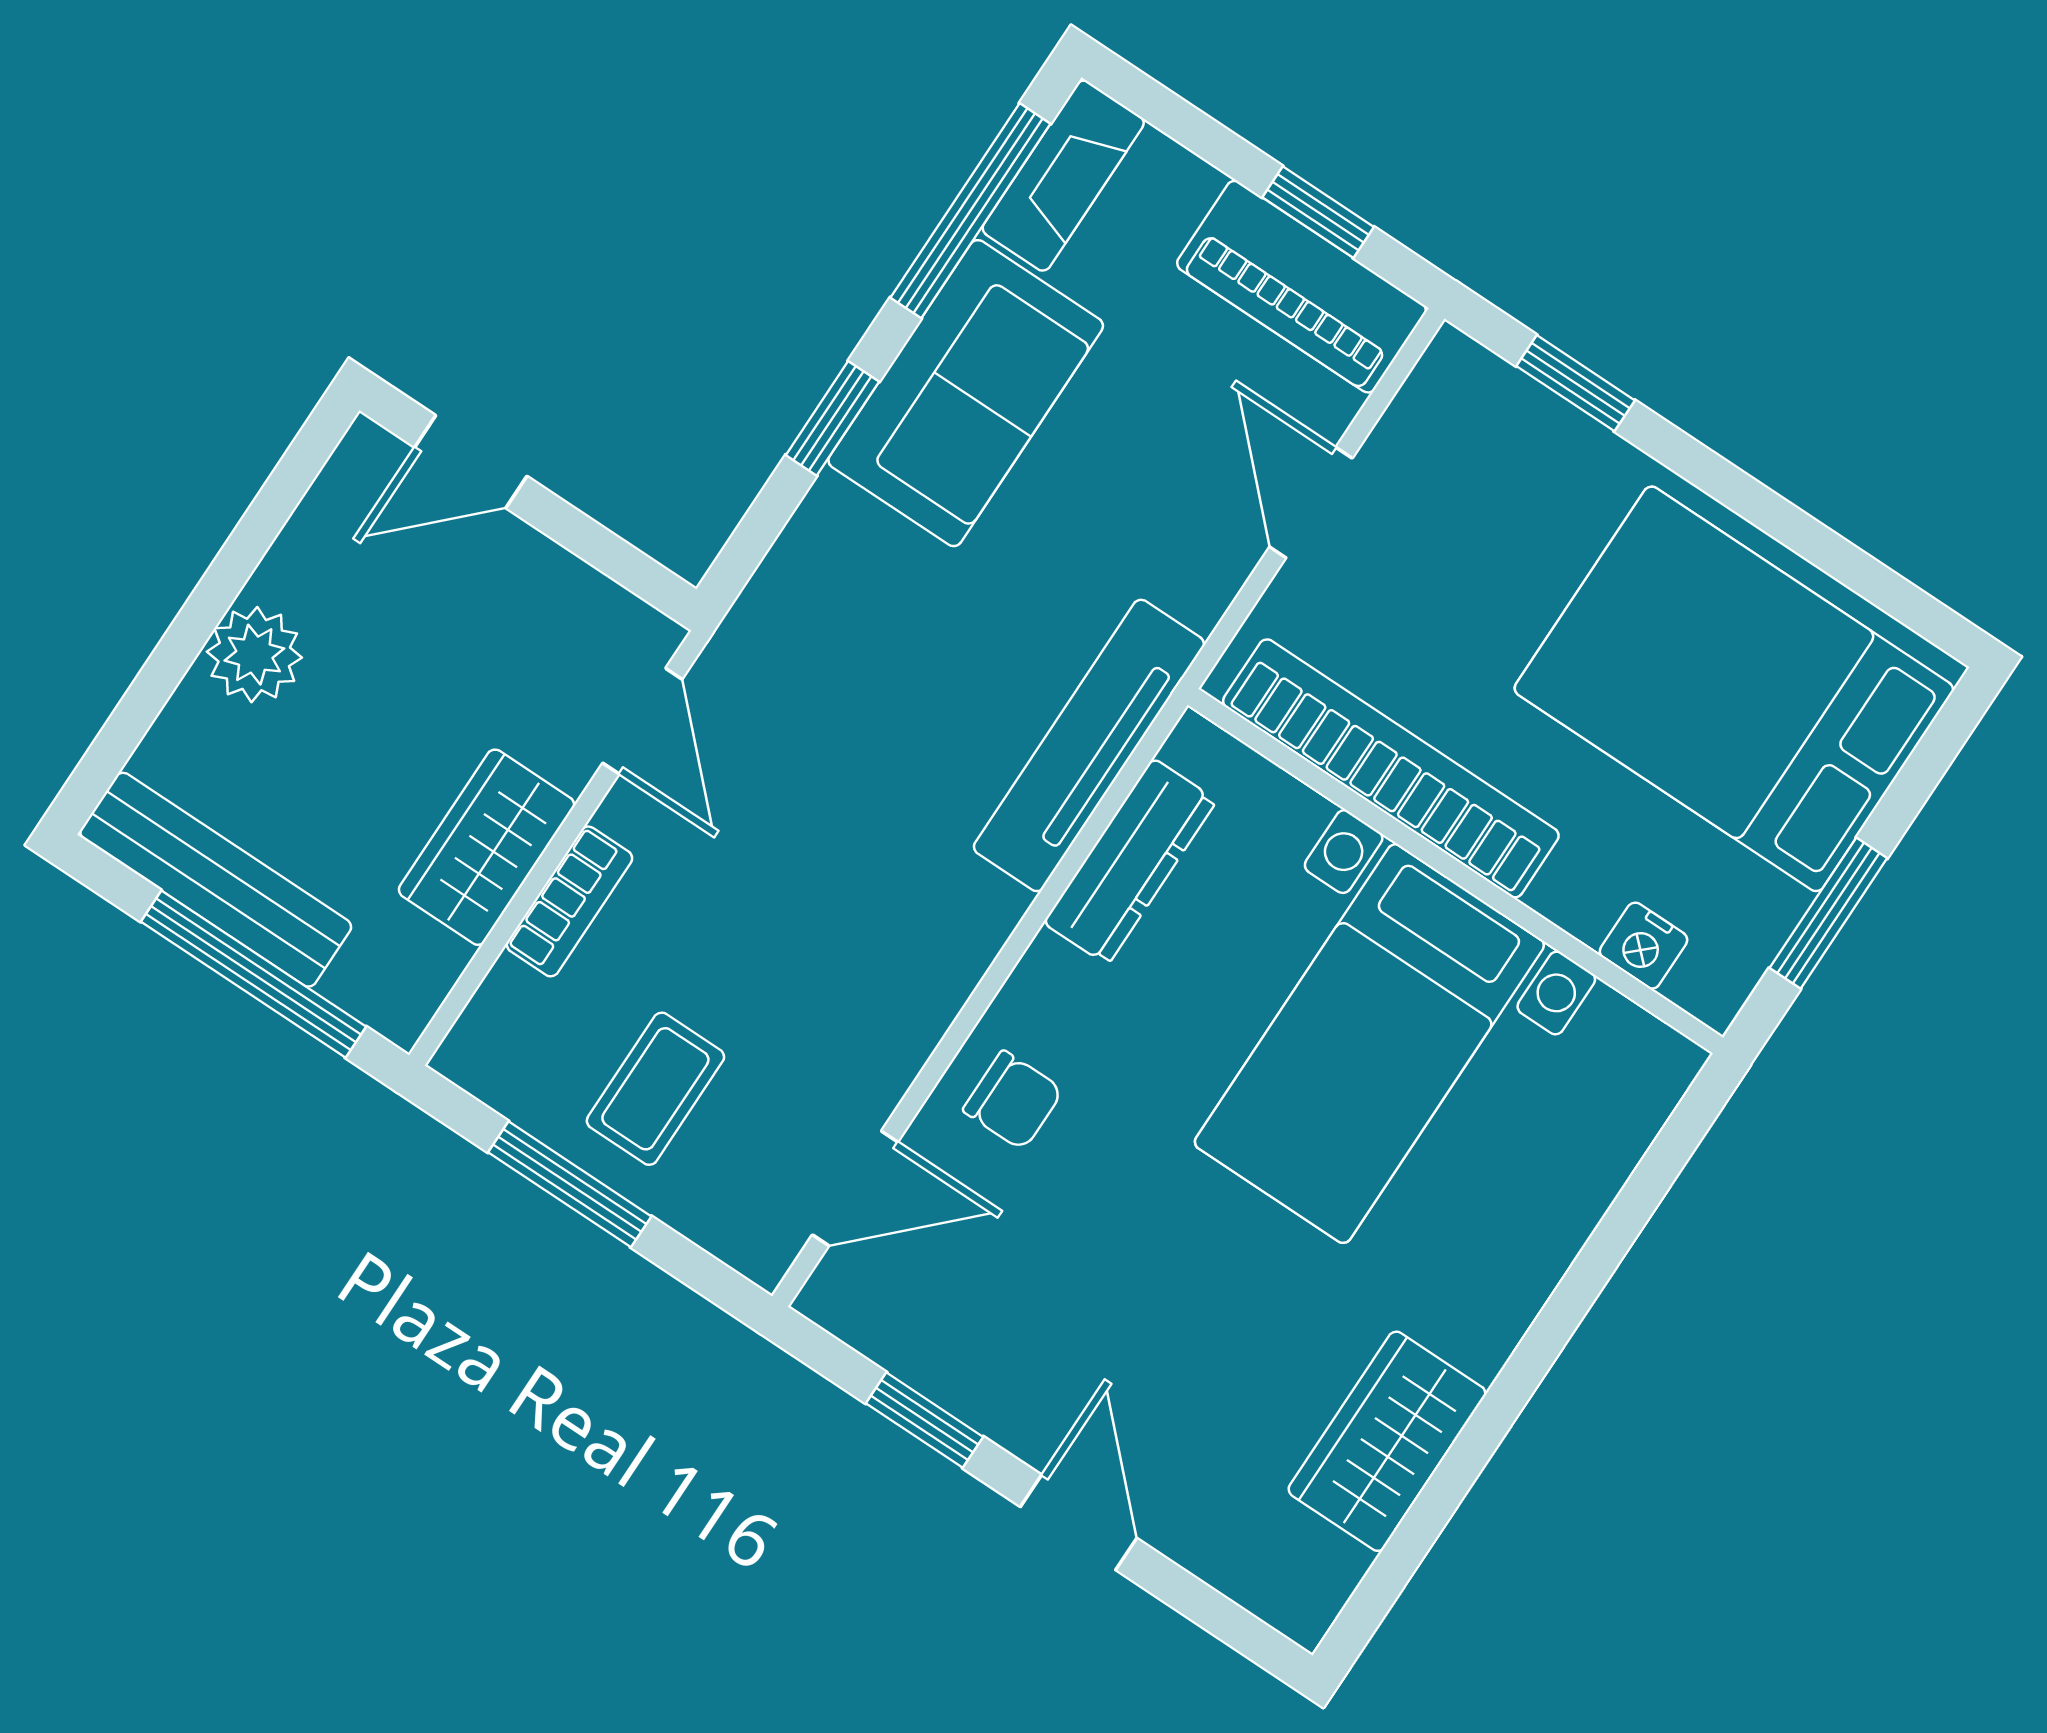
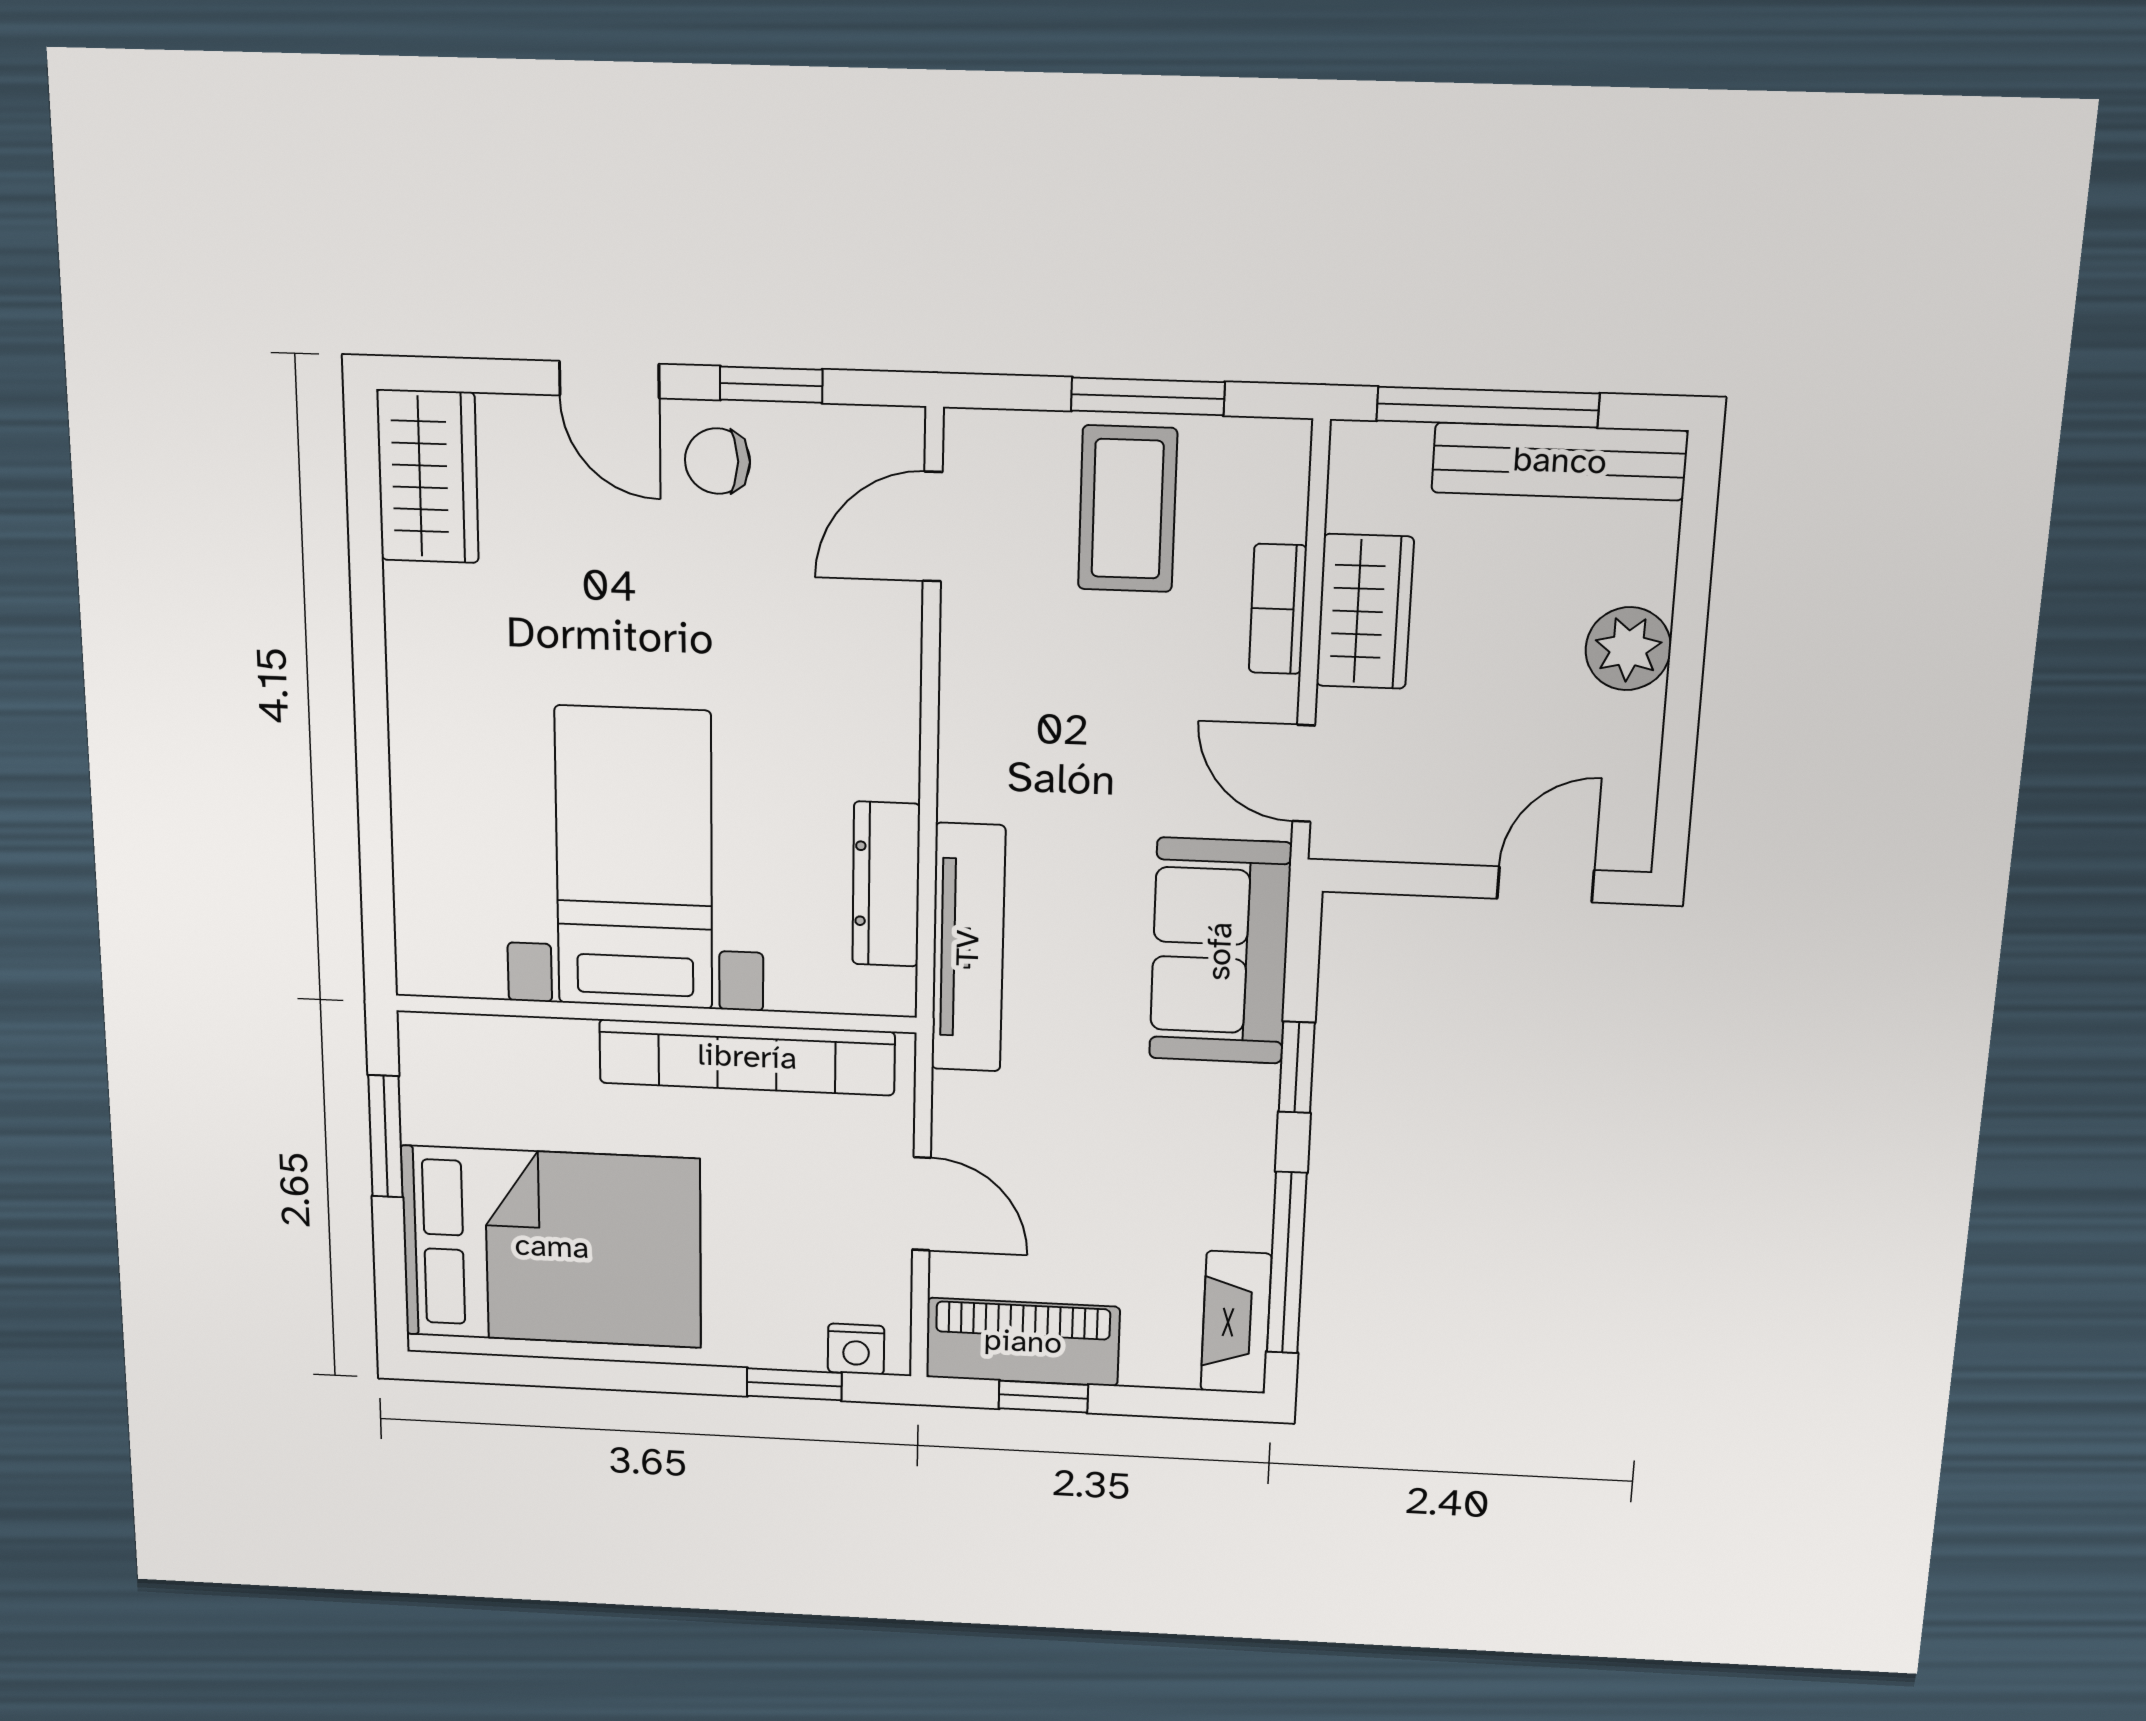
sofa: (966, 393) -> (1220, 951), moved
nightstand: (1644, 946) -> (856, 1349), moved, turned 180
coffee table: (655, 1089) -> (1127, 509), width x1.36, depth x1.30
chair: (1013, 1100) -> (718, 461), moved
wardrobe: (1387, 1441) -> (428, 477), moved

